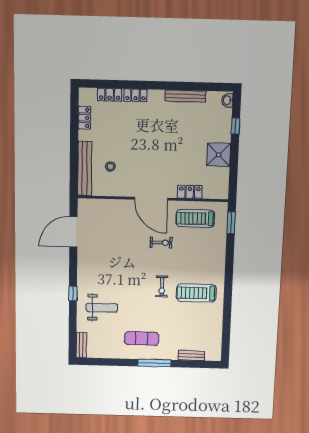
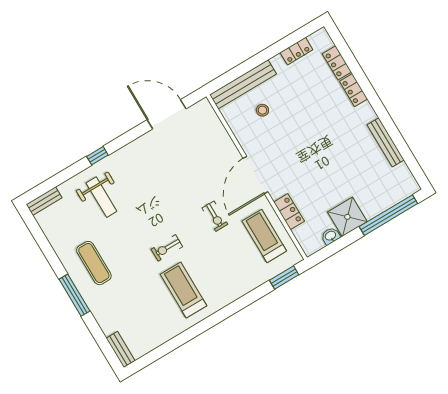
washbasin: (227, 100) -> (331, 236), moved
window: (236, 126) -> (388, 215), width x3.17
bench: (191, 356) -> (120, 349), moved

